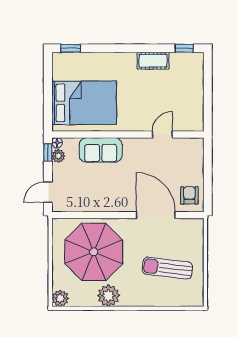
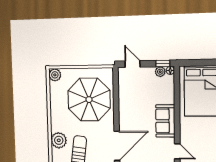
sofa: (101, 150) -> (165, 121), moved
plant: (108, 296) -> (59, 140), moved

